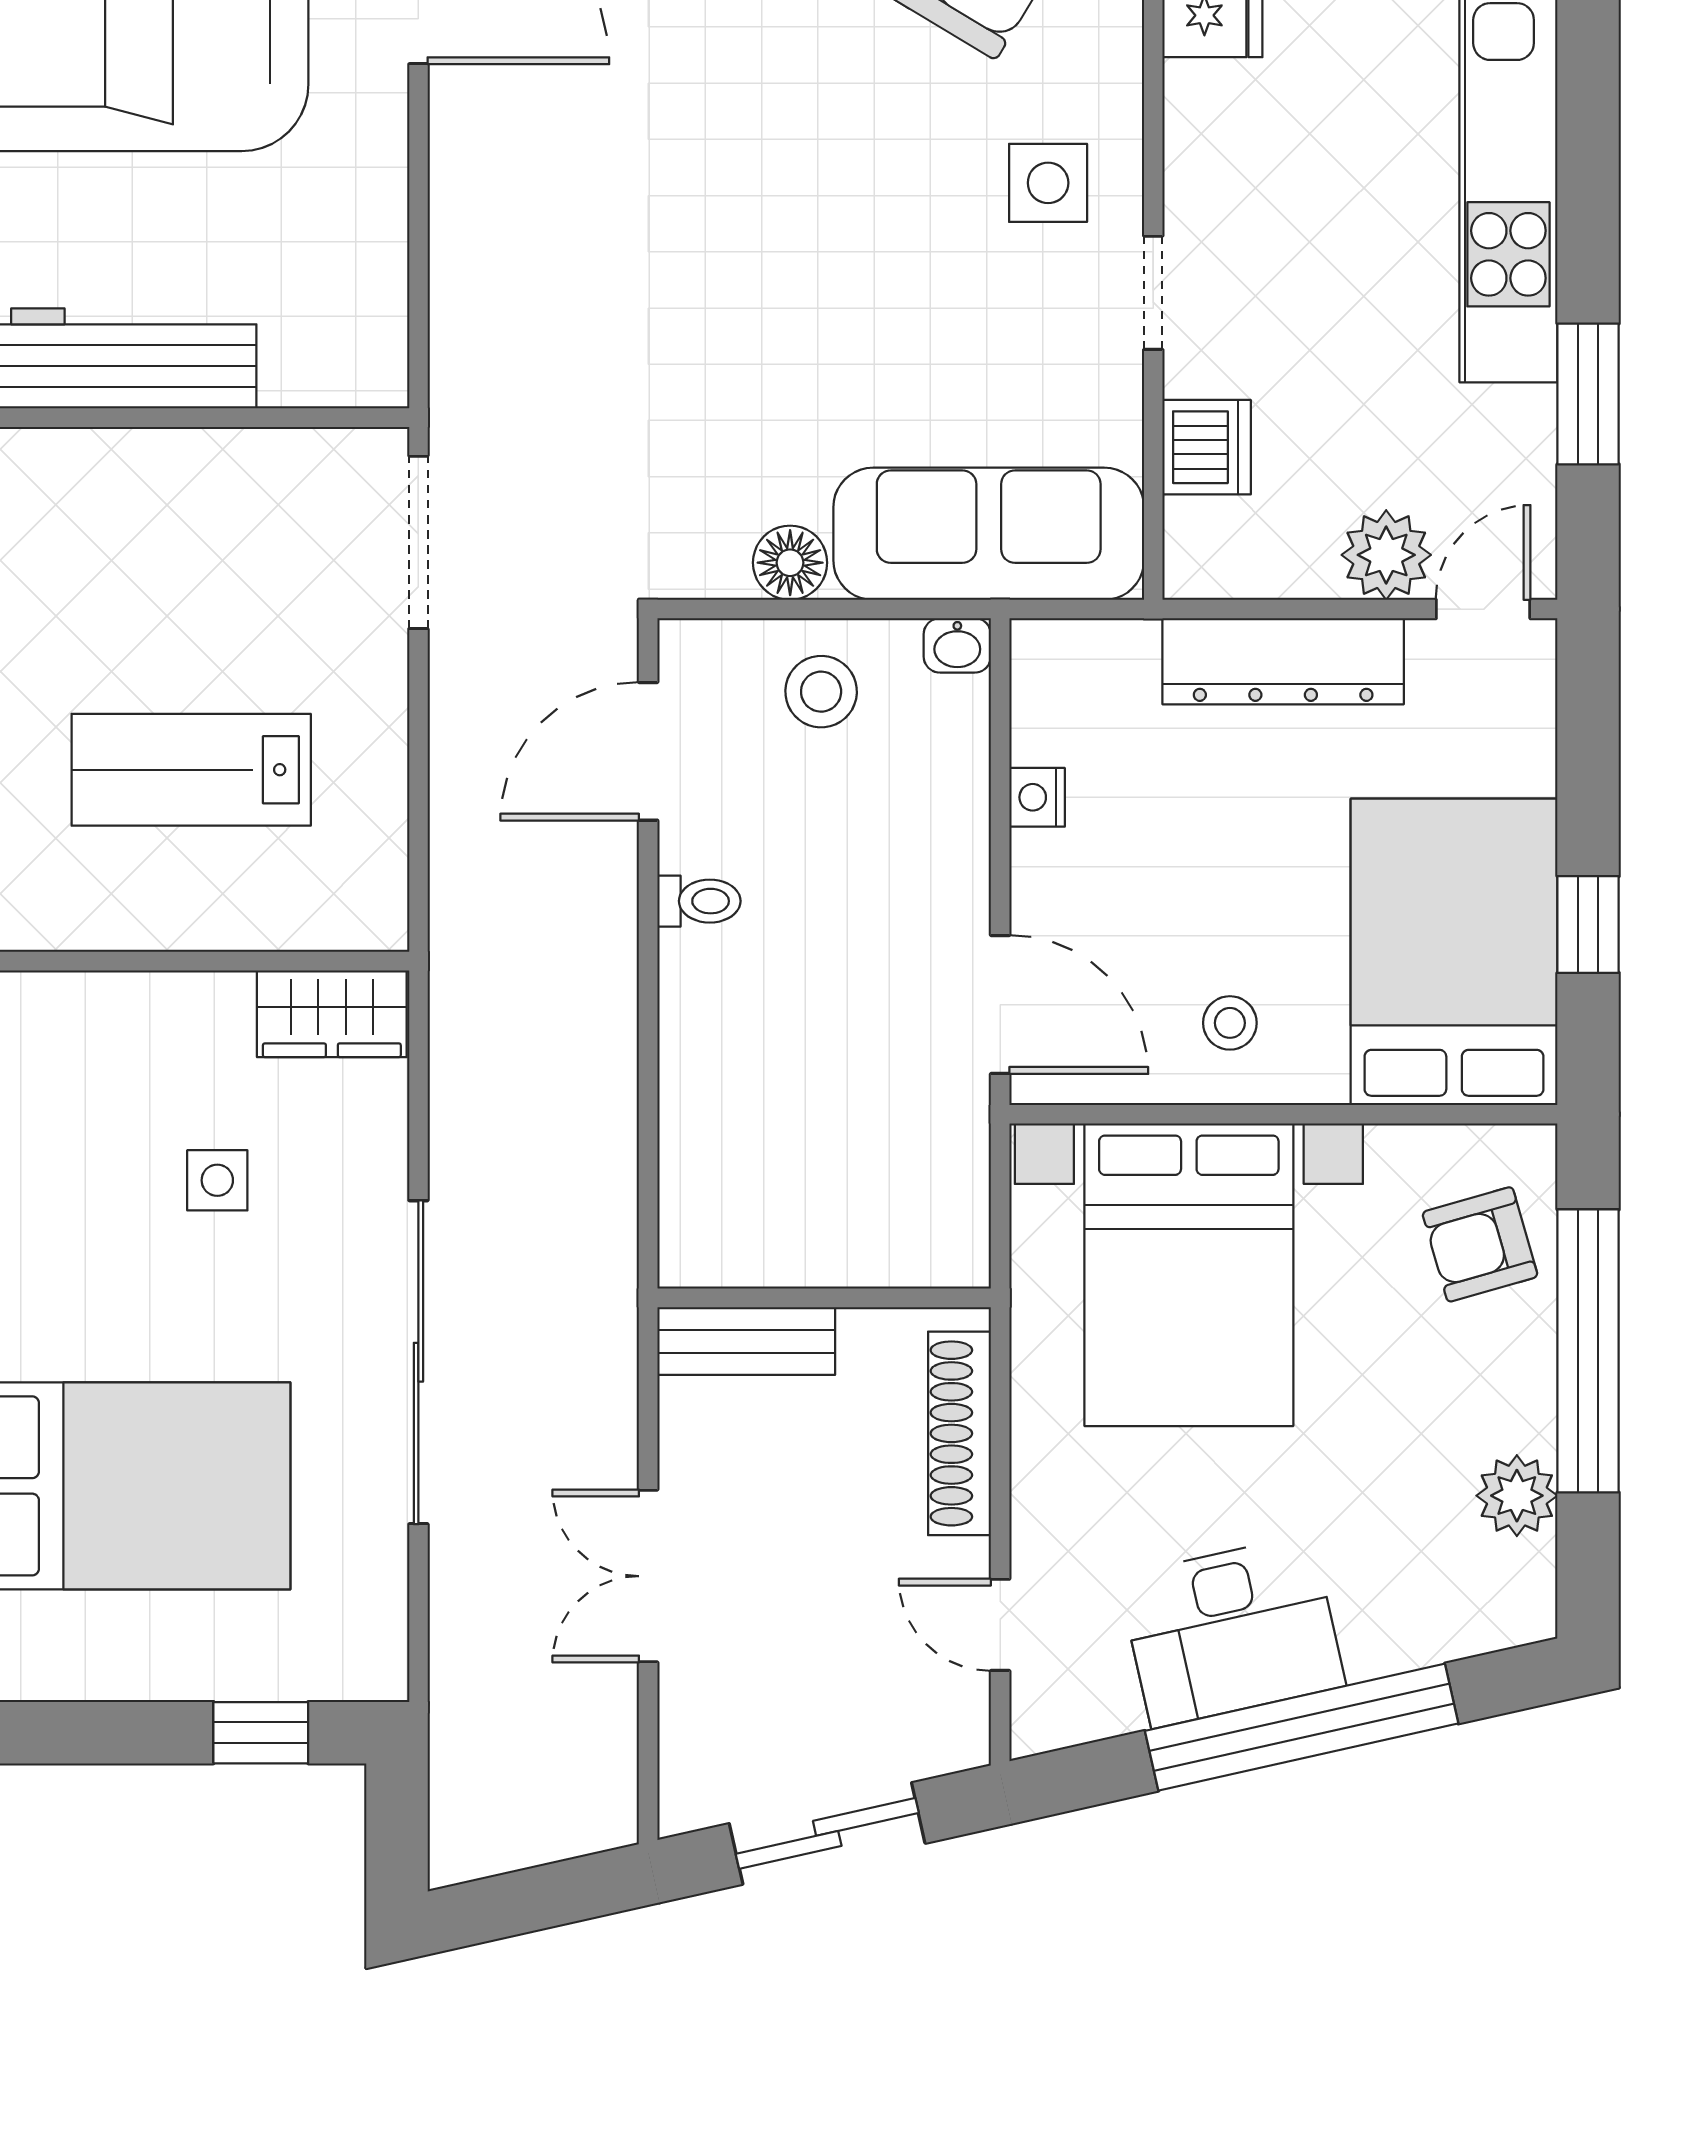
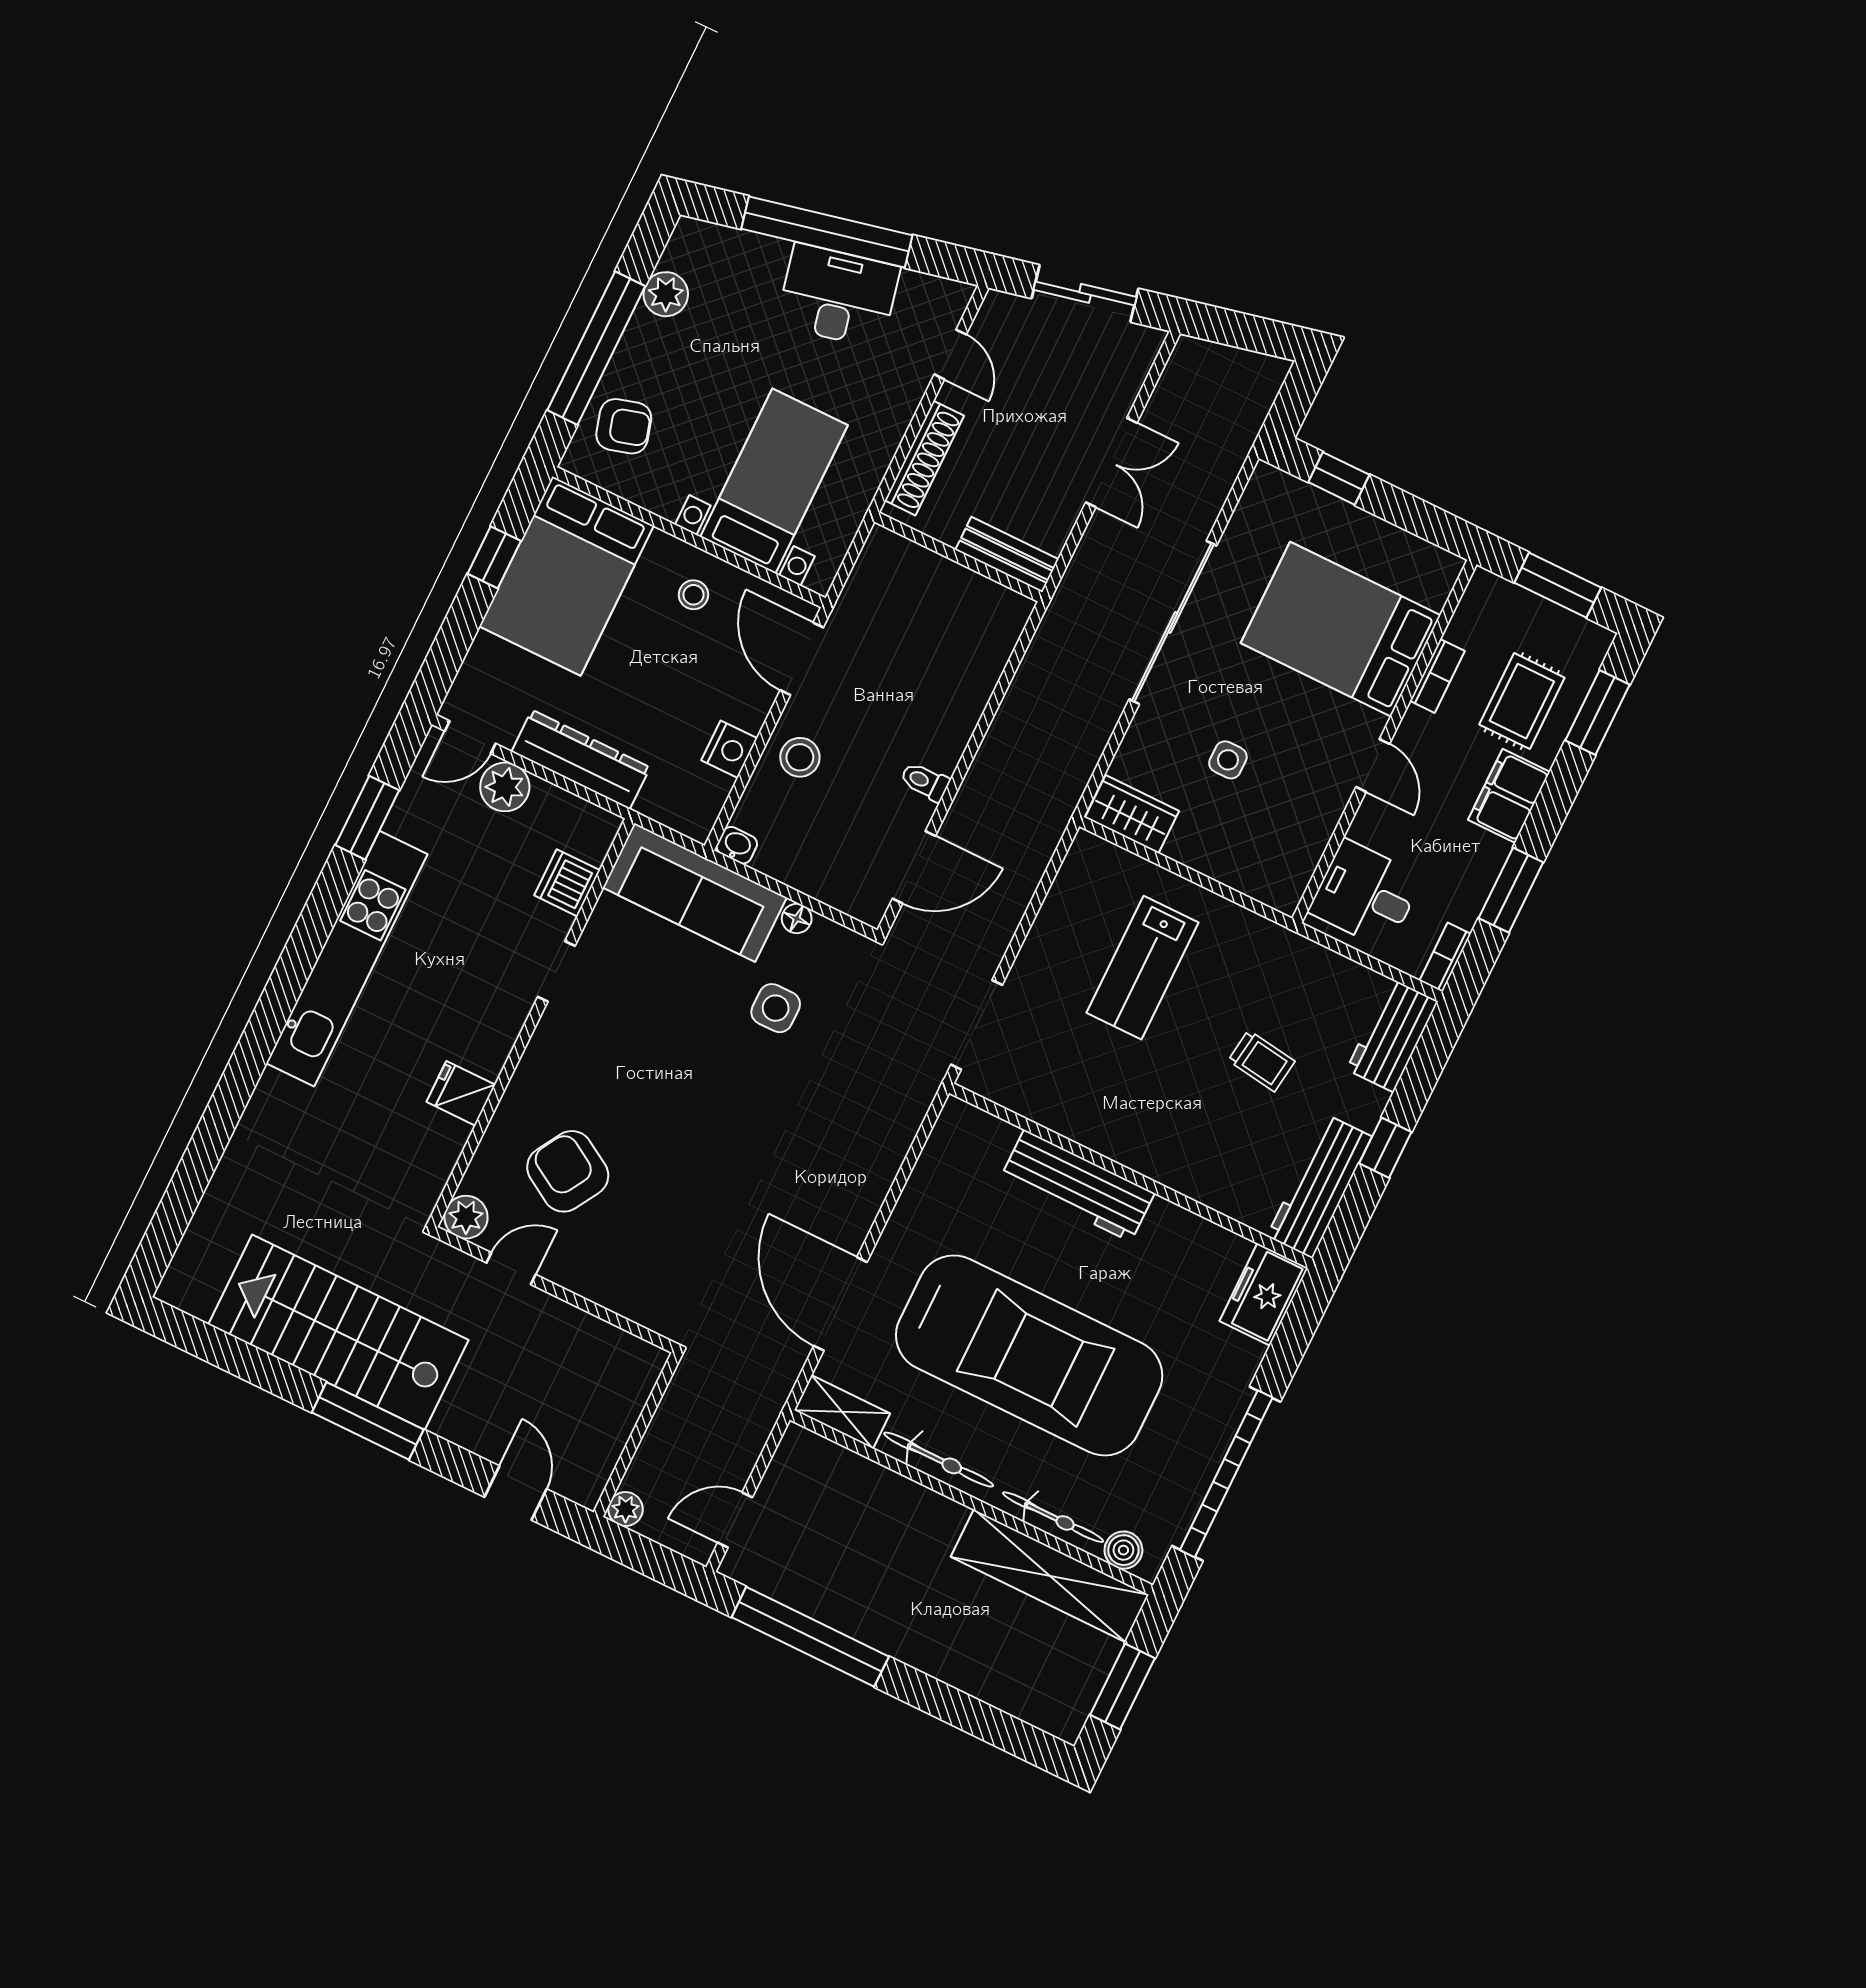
side table: (1048, 183) -> (776, 1008), moved
floor lamp: (790, 563) -> (797, 918), width x0.73, depth x0.73
stool: (821, 692) -> (800, 757), moved
lab bench: (191, 770) -> (1143, 968), turned 90
nightstand: (1037, 797) -> (729, 749), width x1.39, depth x1.35
bed with nightstands: (1189, 1275) -> (774, 481), width x0.73

